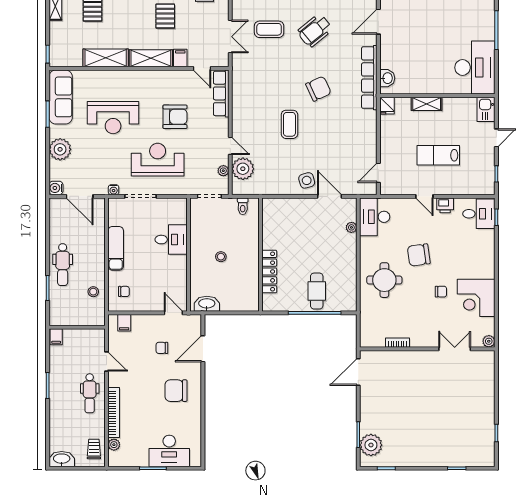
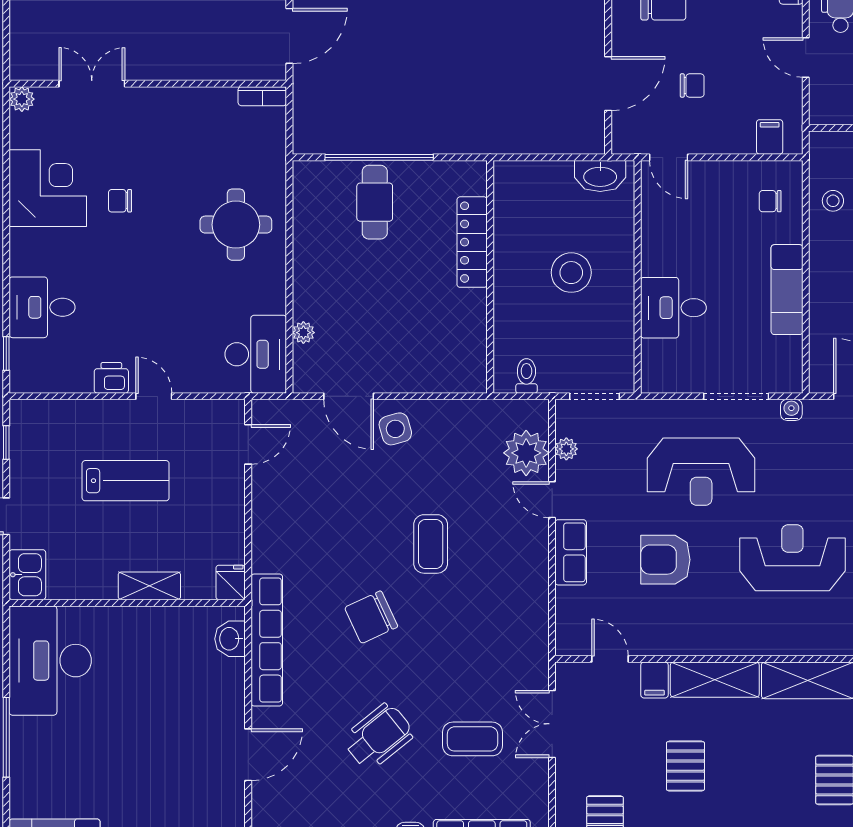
row of seats: (221, 93) -> (571, 552), moved, width x0.68
desk: (479, 214) -> (42, 307), moved
chair: (419, 255) -> (166, 276), removed
stool: (221, 257) -> (571, 273), width x1.89, depth x1.89
bookcase: (397, 343) -> (262, 96), moved
double door: (455, 349) -> (92, 84), swing flipped

